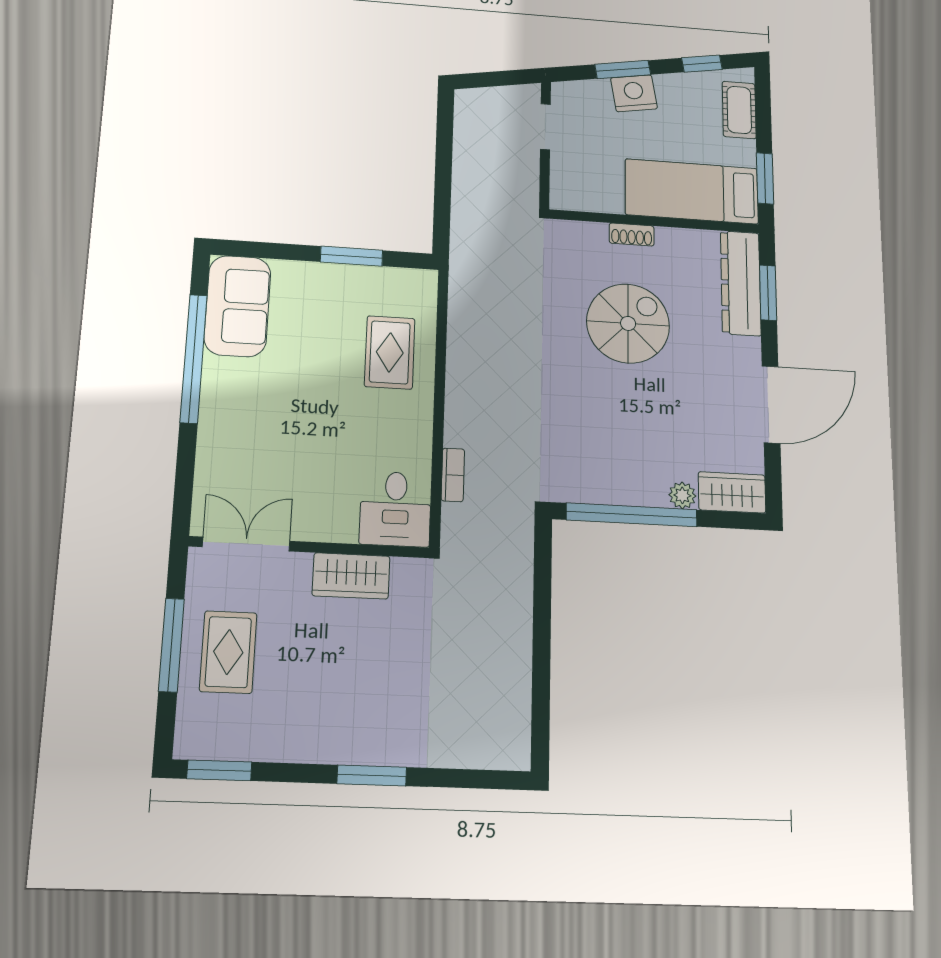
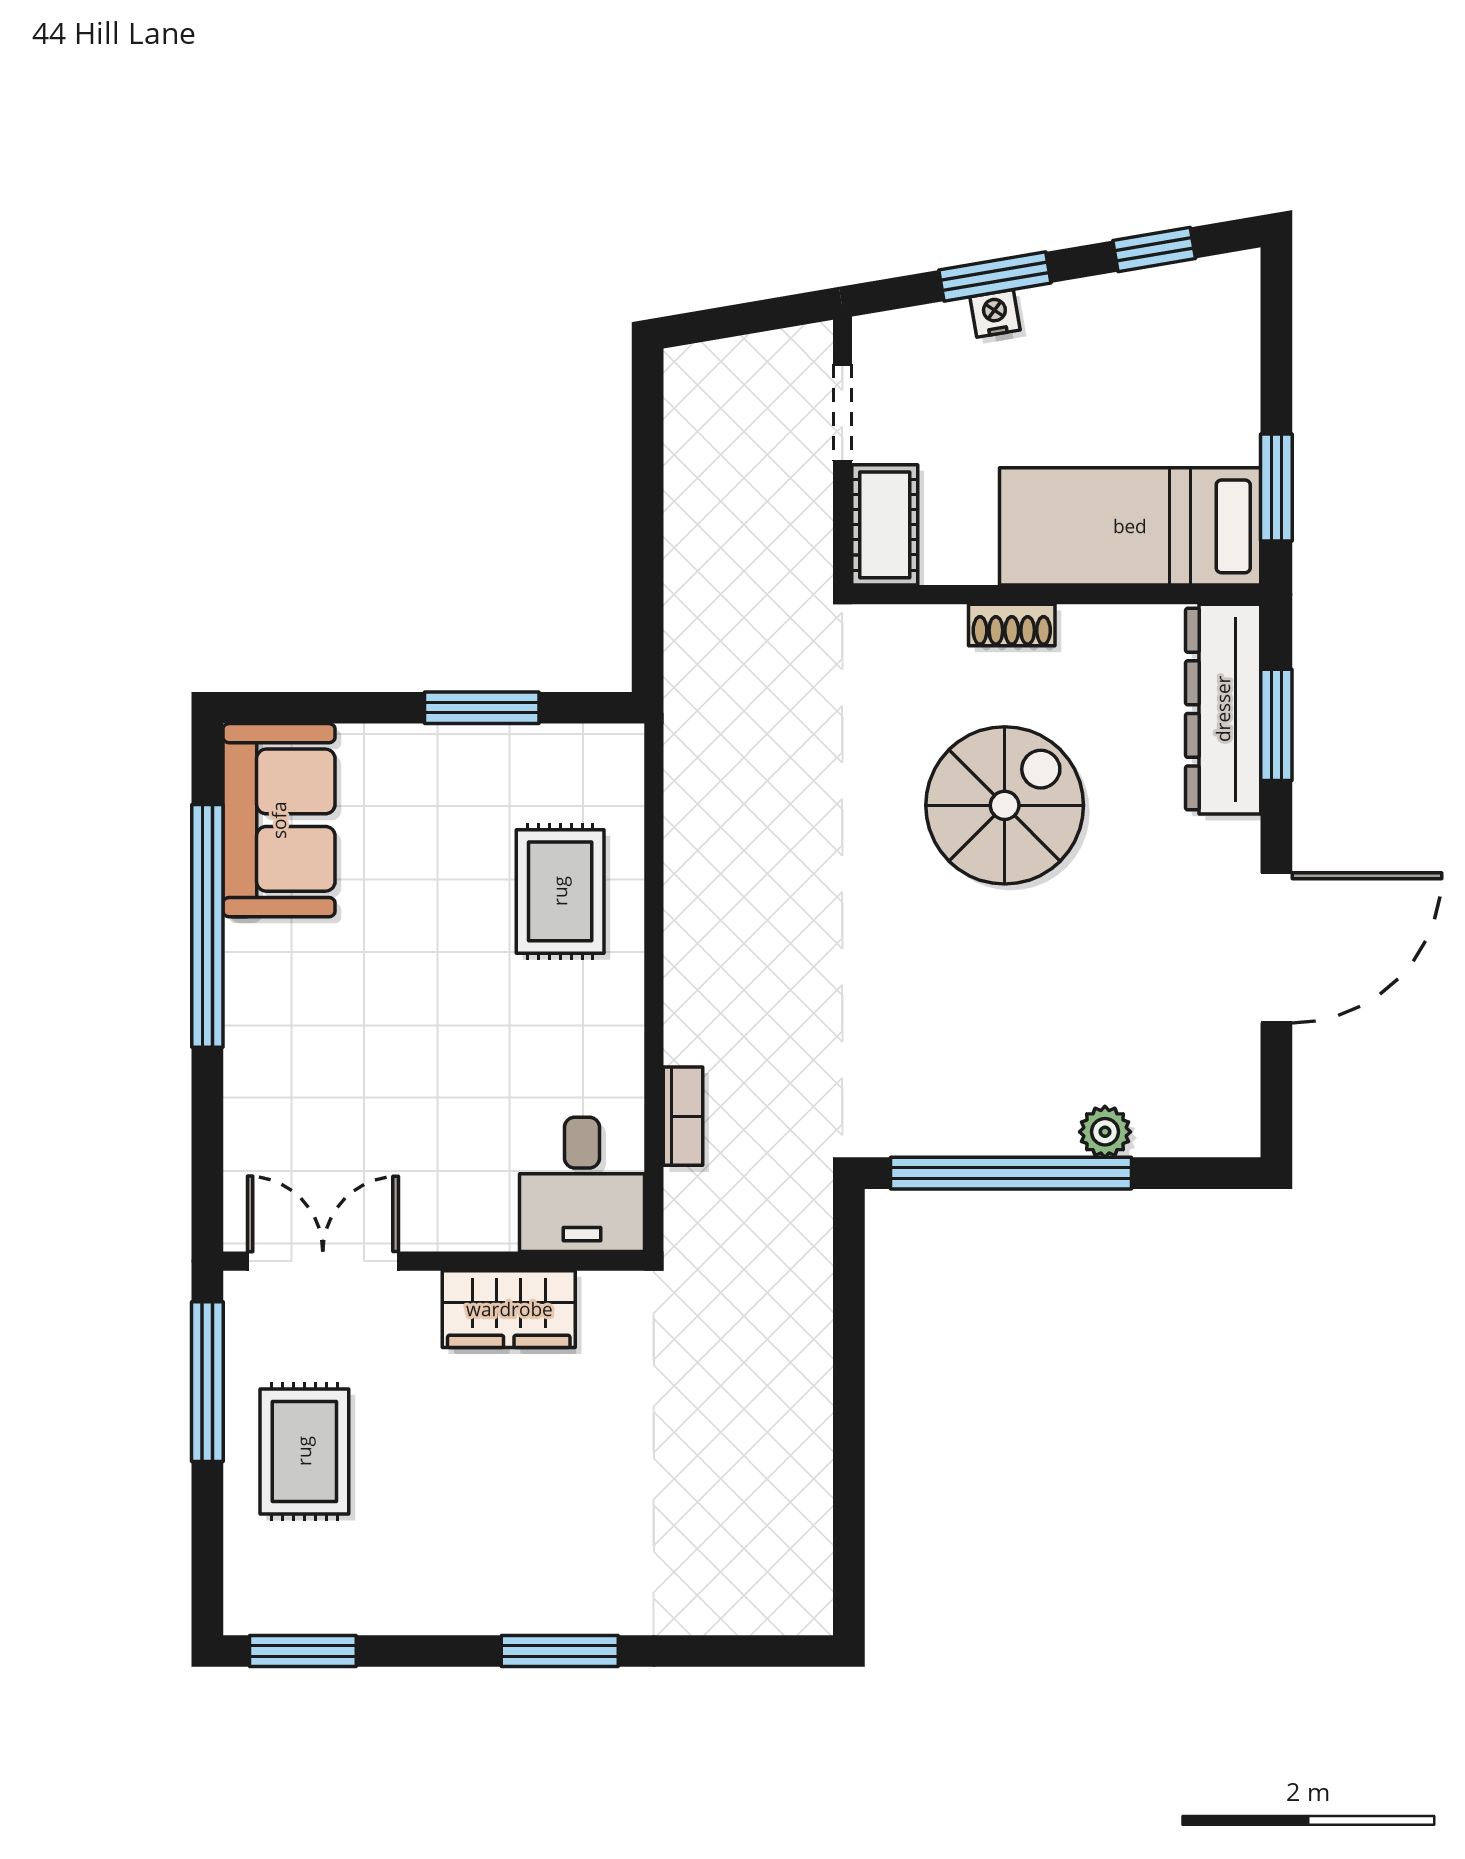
nightstand: (634, 93) -> (995, 313), width x0.53, depth x0.56
cot: (739, 110) -> (885, 525), moved
wardrobe: (732, 492) -> (1198, 1121), removed
window: (171, 645) -> (207, 1382), moved

